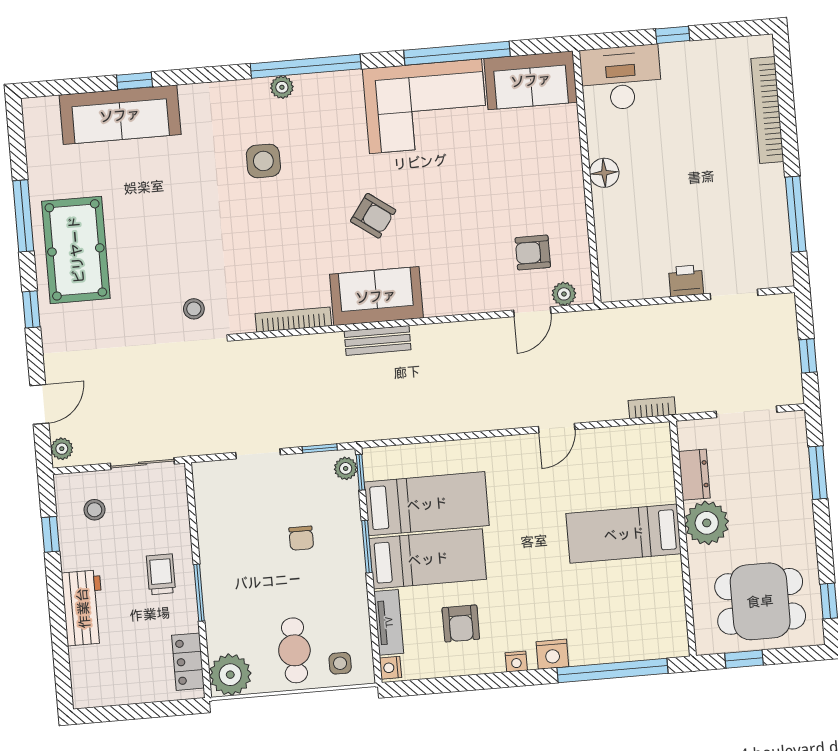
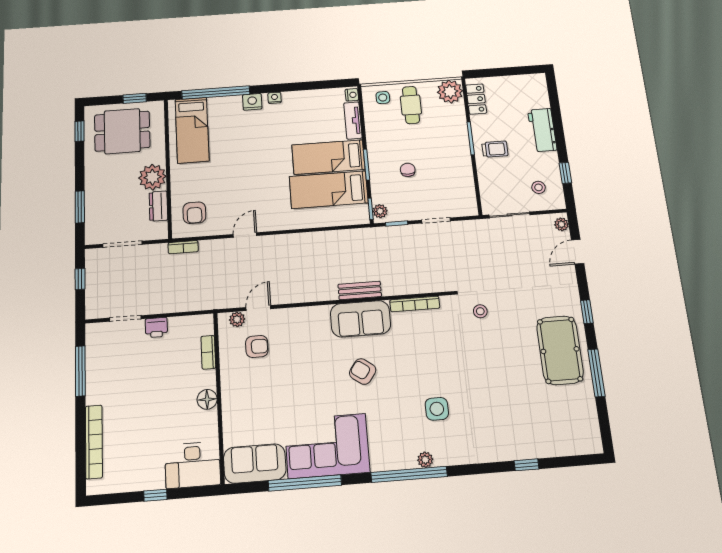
sofa: (120, 115) -> (535, 441), removed
bookcase: (606, 243) -> (208, 352), added
bed: (624, 534) -> (192, 130), moved, turned 90
trolley: (161, 574) -> (495, 149), turned -90
armchair: (461, 623) -> (194, 213), moved, turned 180

